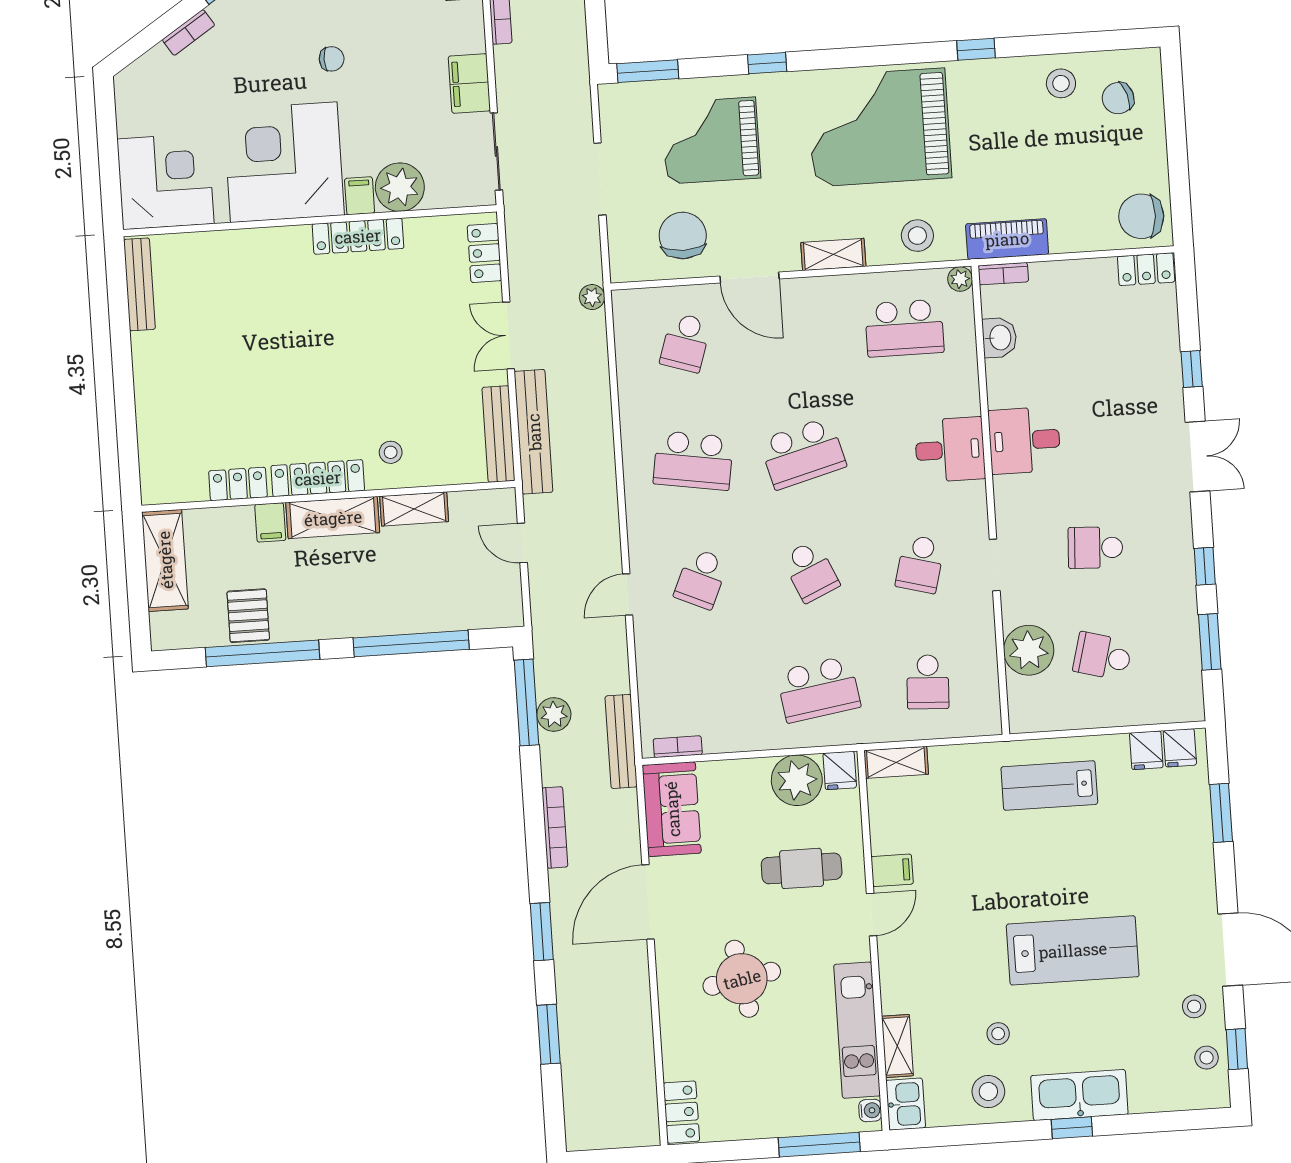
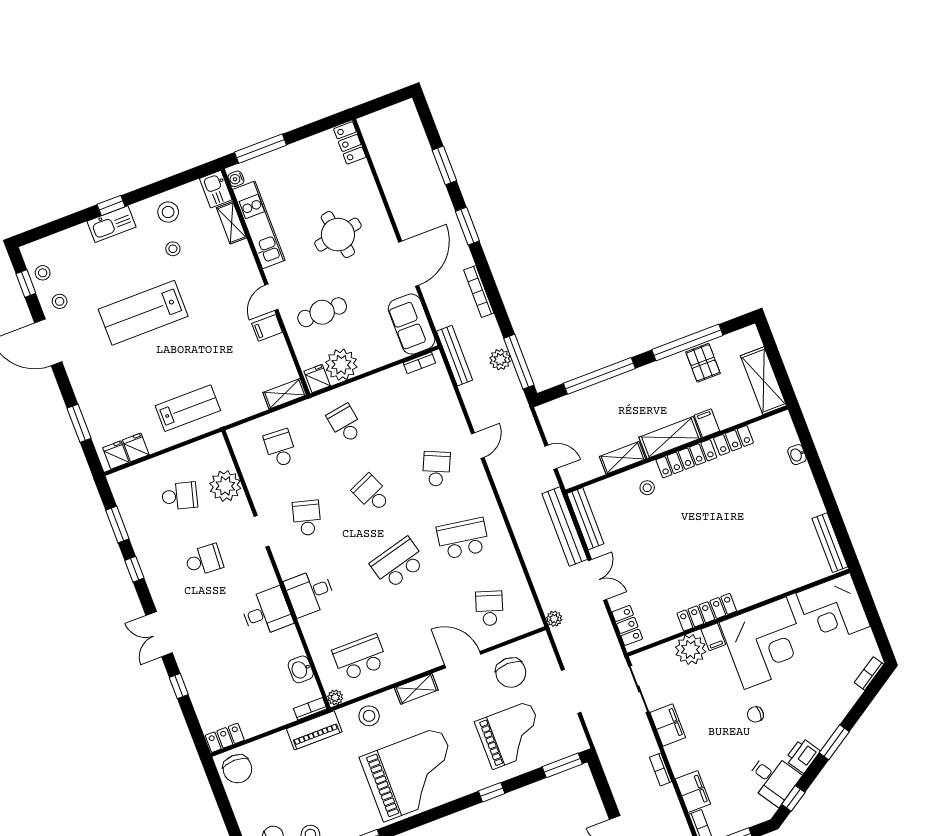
bookcase: (188, 32) -> (869, 673), moved
chair: (1141, 216) -> (237, 769), turned 87
washbasin: (148, 433) -> (797, 455), added
school desk: (818, 689) -> (345, 424), width x0.54
kitchen sink: (1079, 1095) -> (112, 224), width x0.73, depth x0.81

